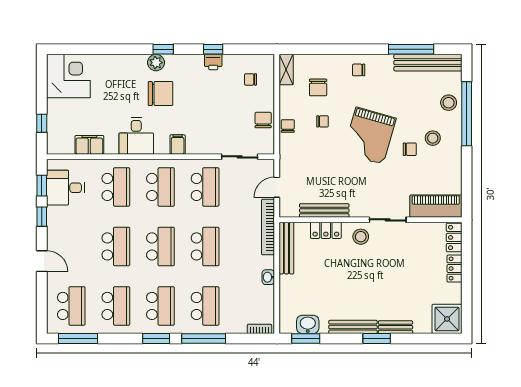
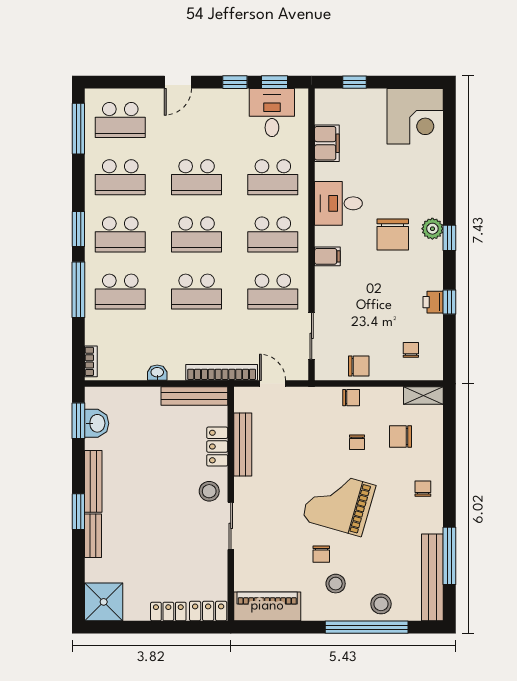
piano: (436, 206) -> (267, 606), moved, turned -90

